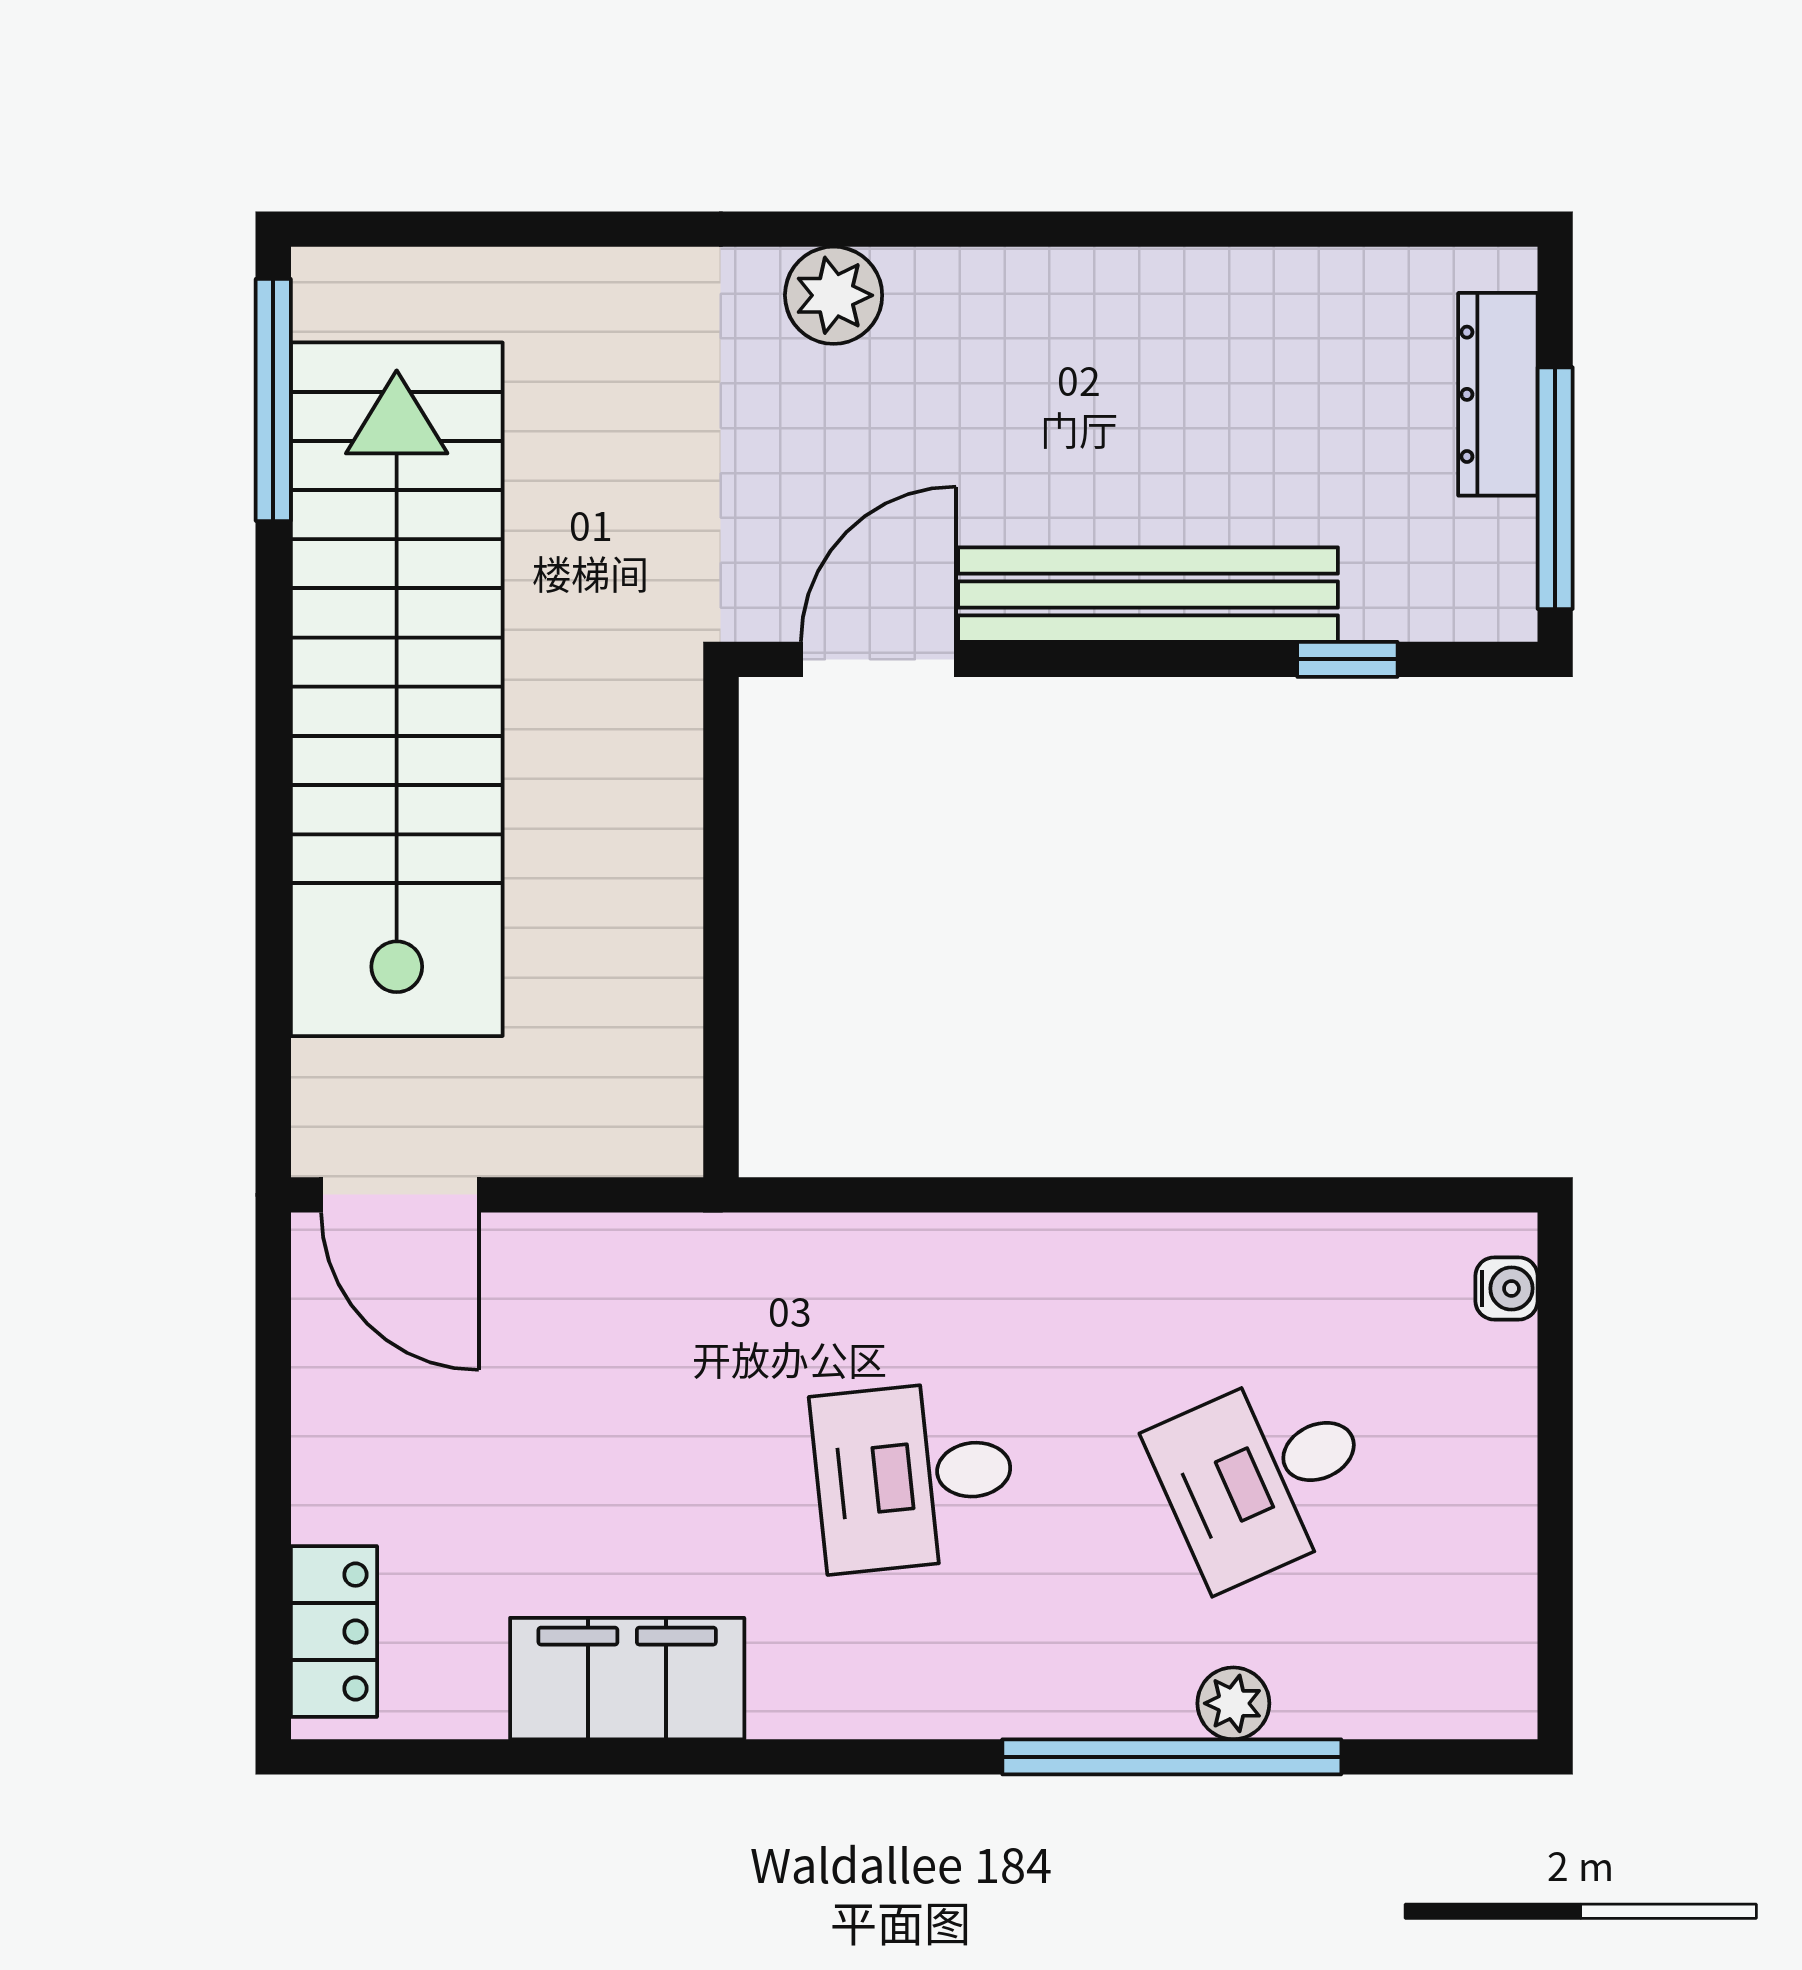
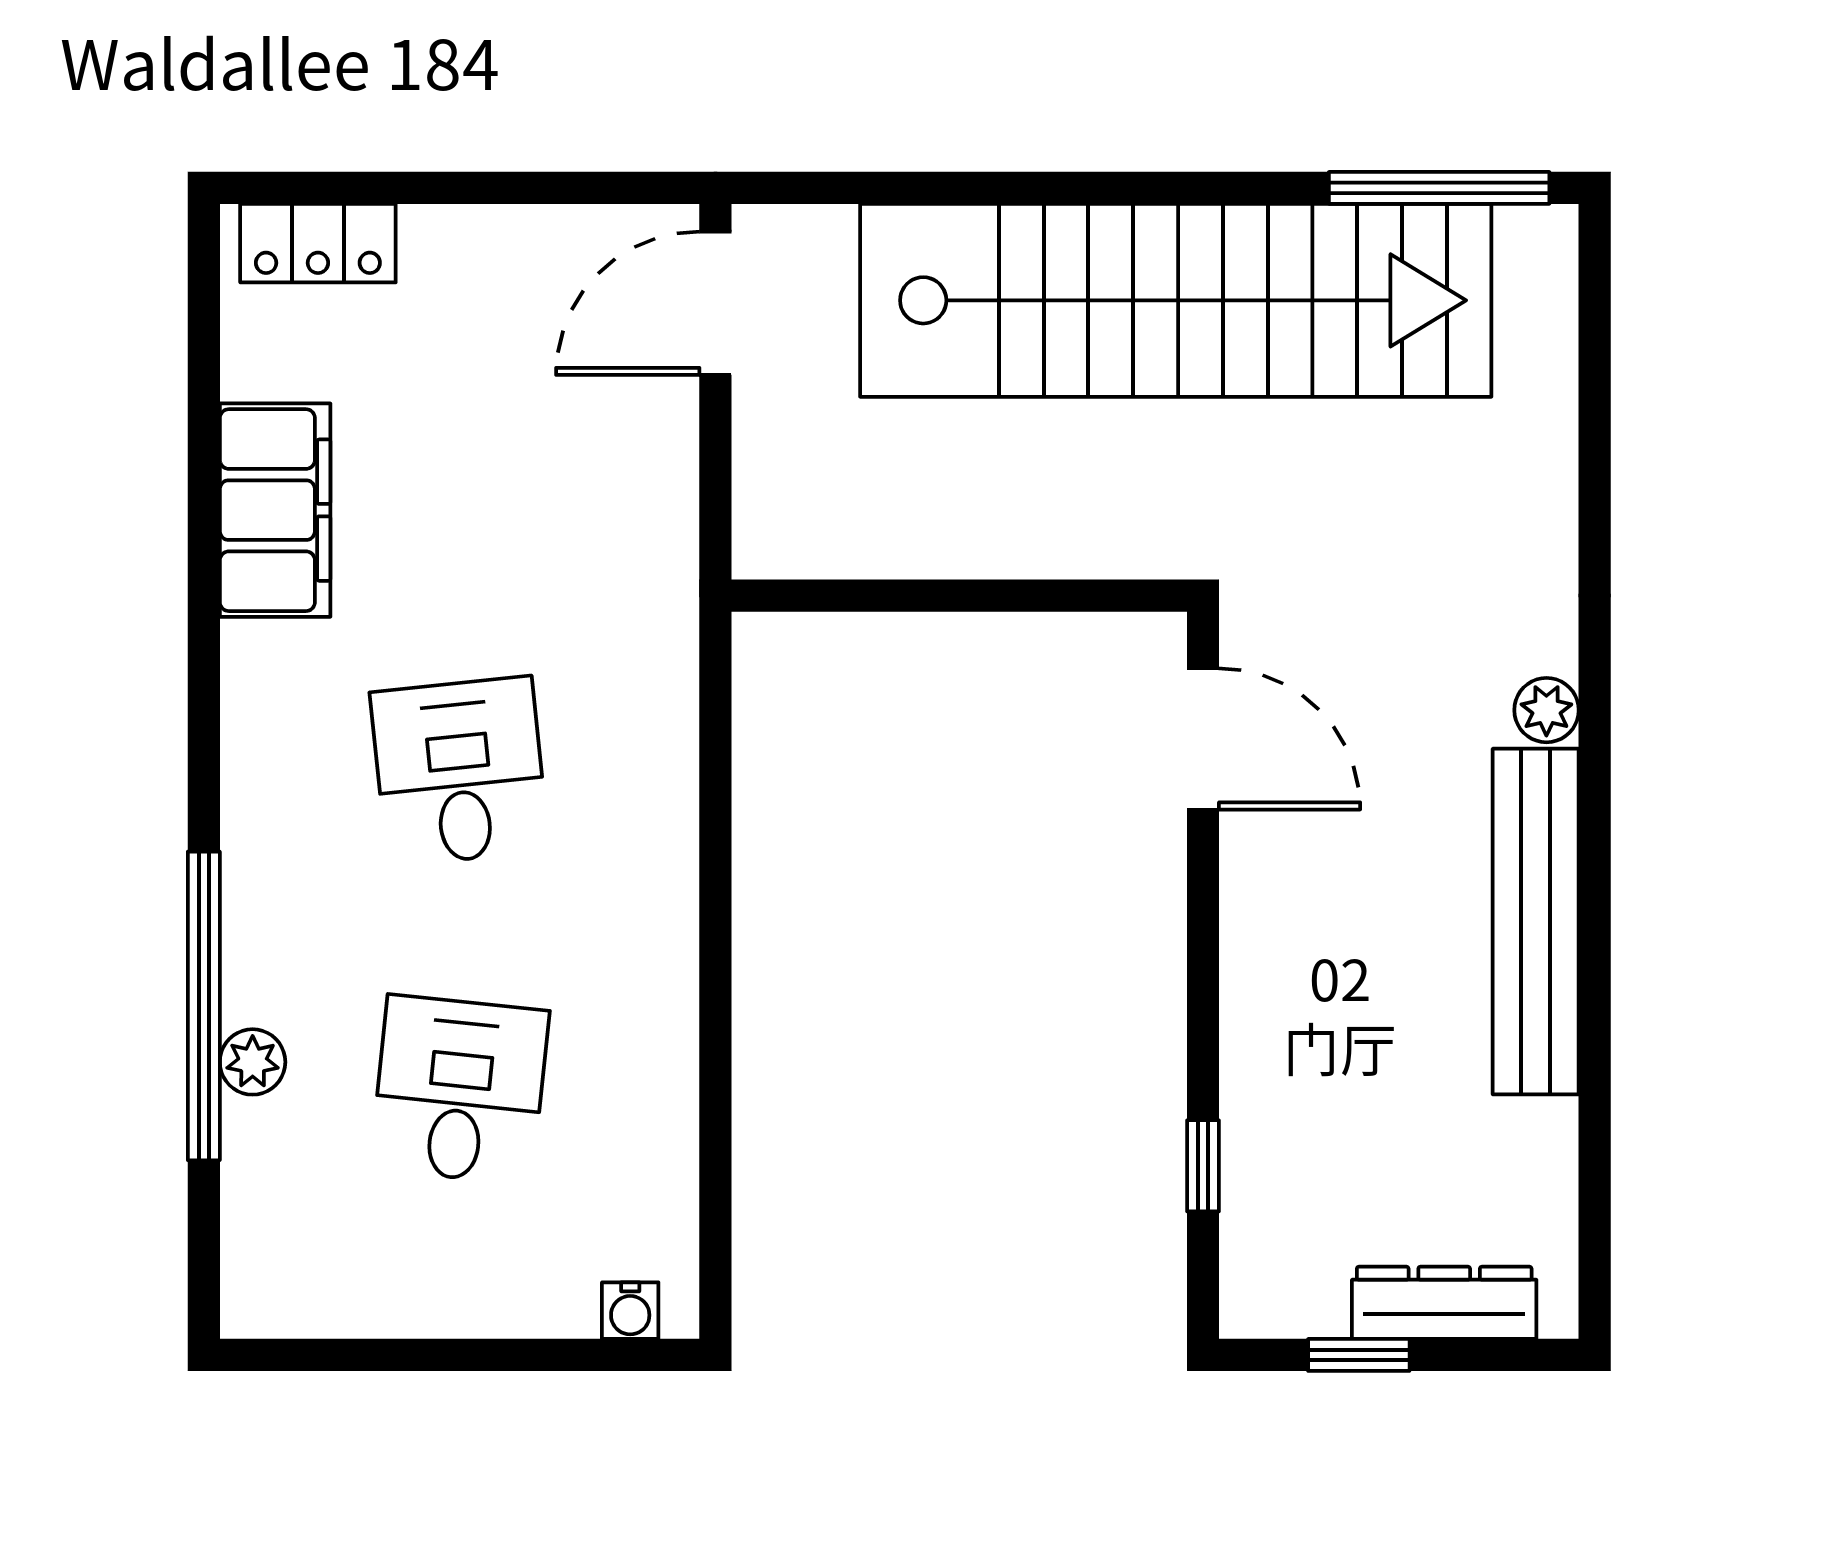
plant: (834, 295) -> (1546, 710), width x0.73, depth x0.73
window: (1555, 488) -> (1359, 1355), width x0.46
bench: (1148, 595) -> (1536, 922), moved
desk: (1264, 1476) -> (460, 1090), turned 30

